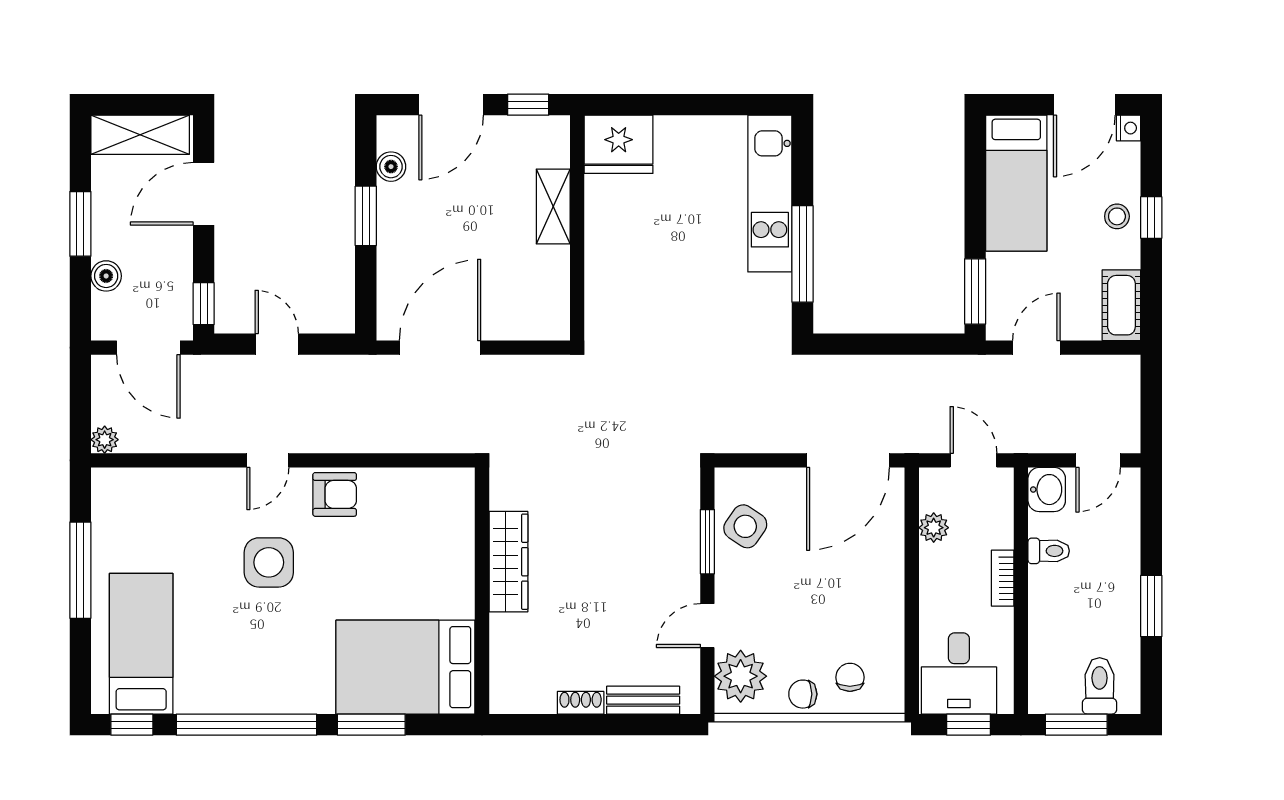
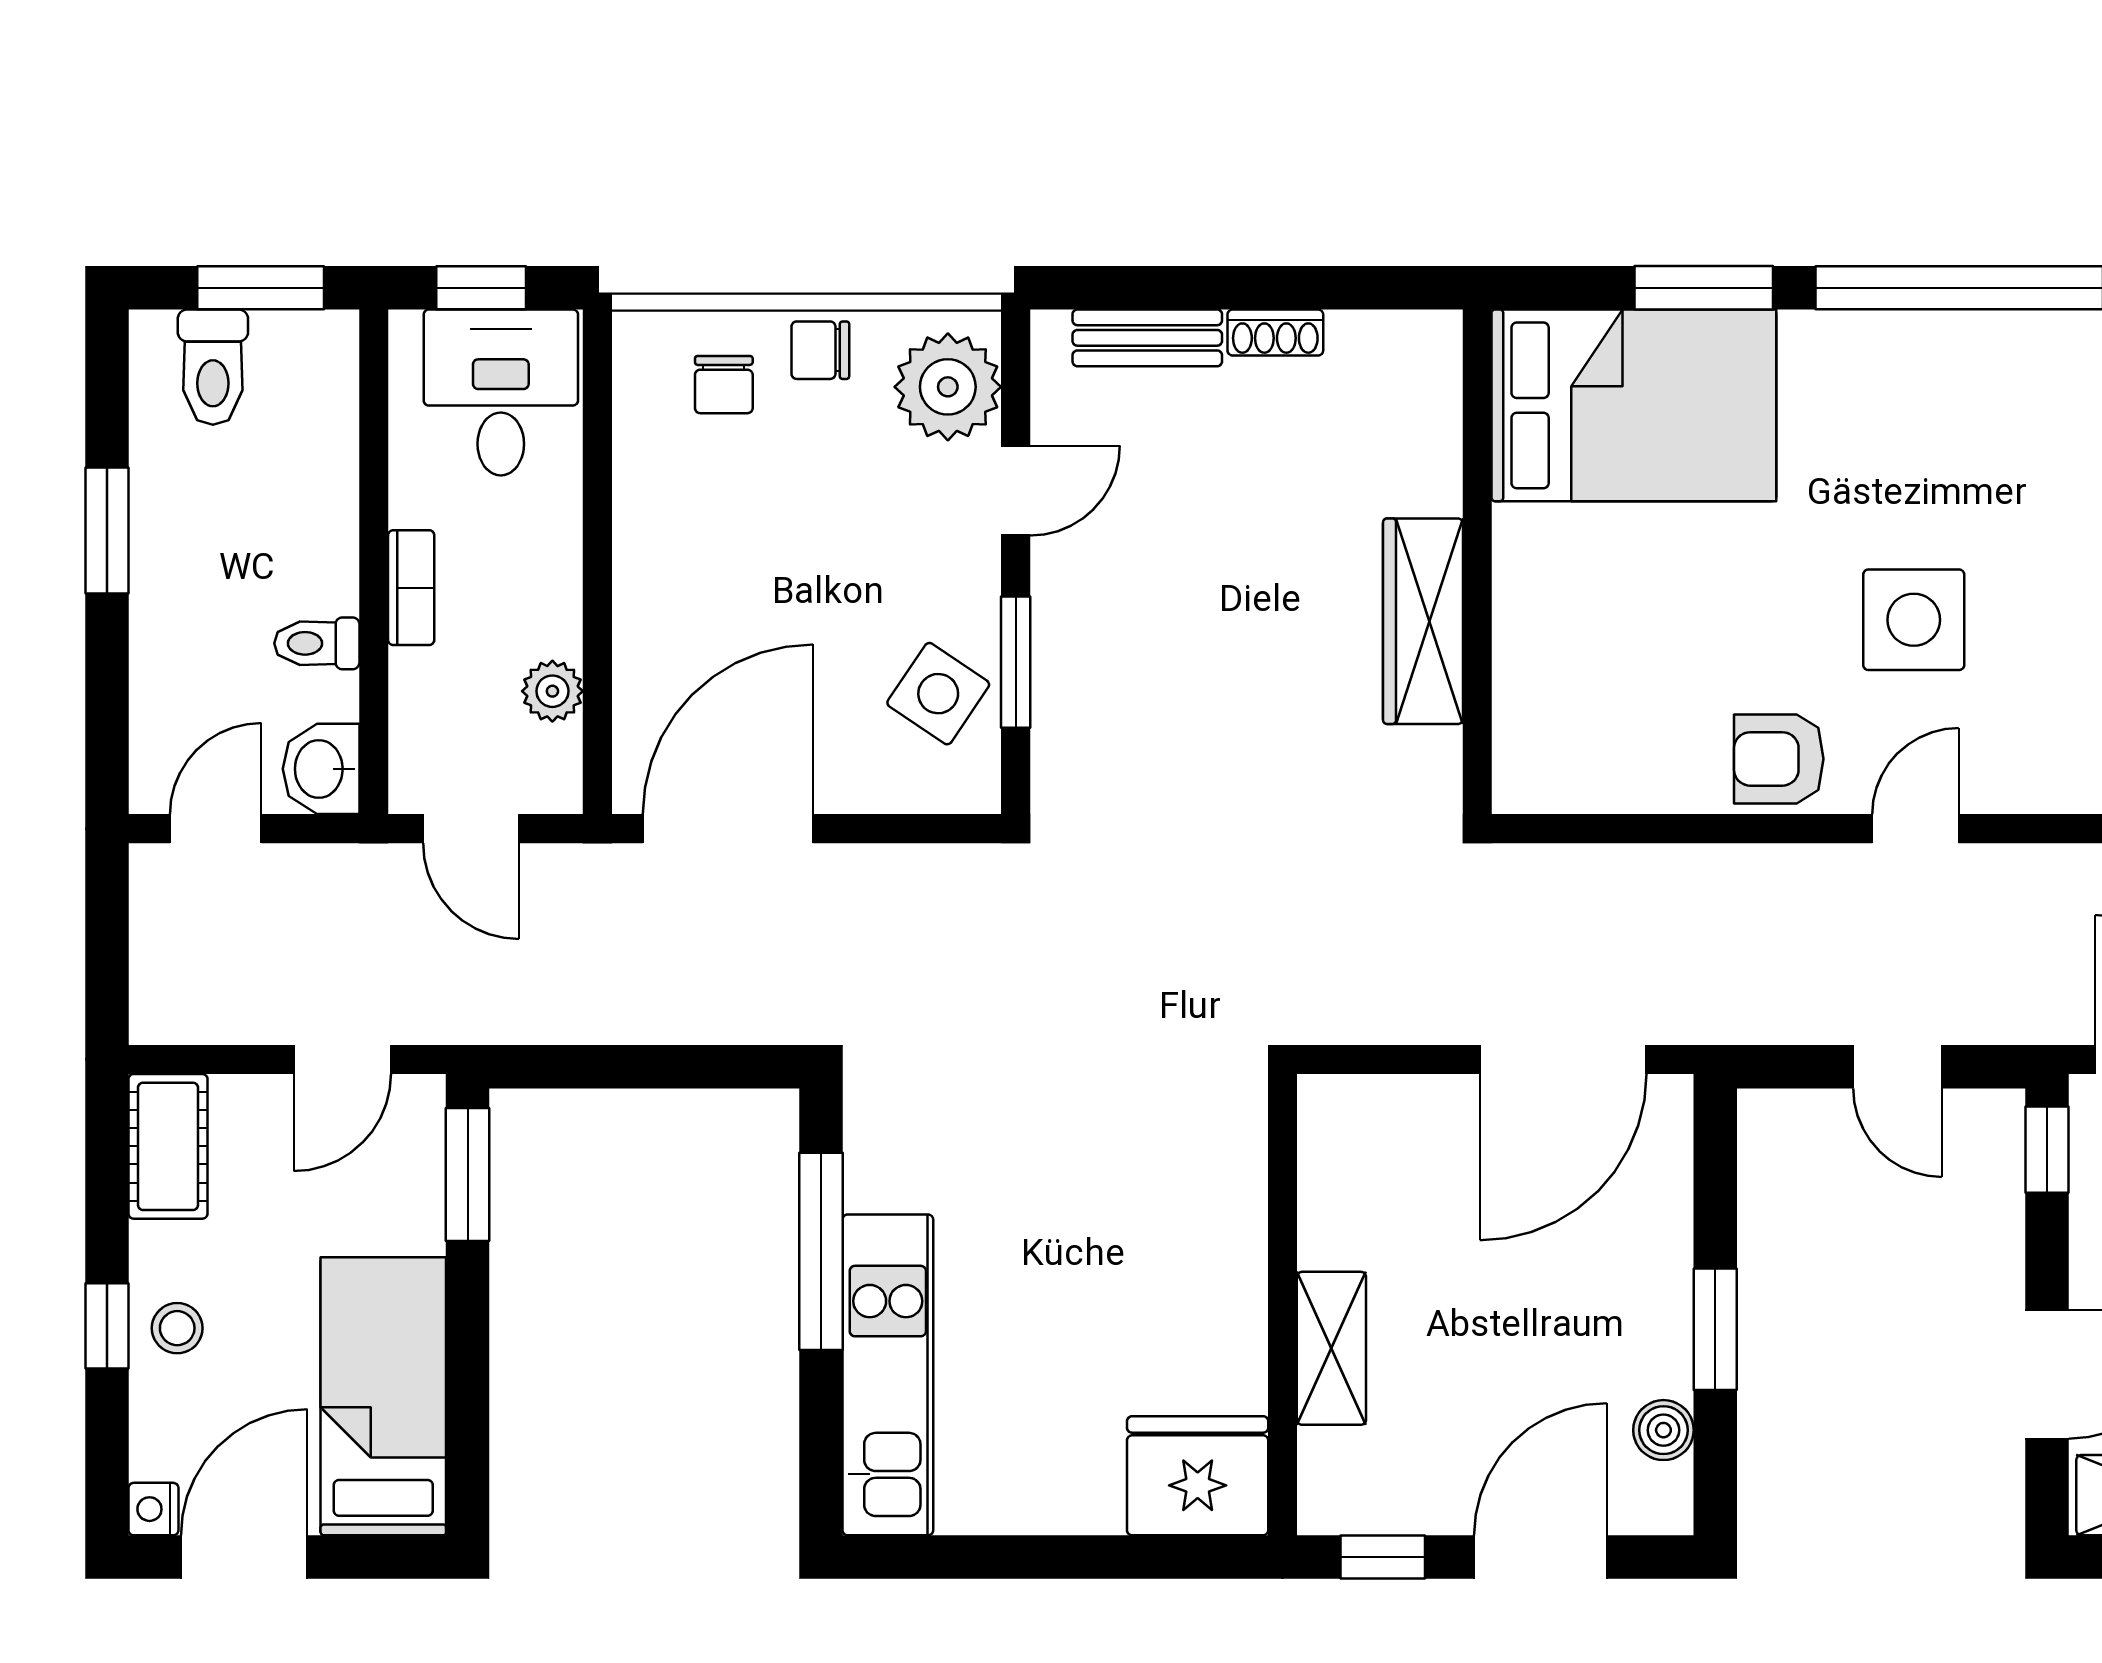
chair: (803, 694) -> (820, 350), turned 180

